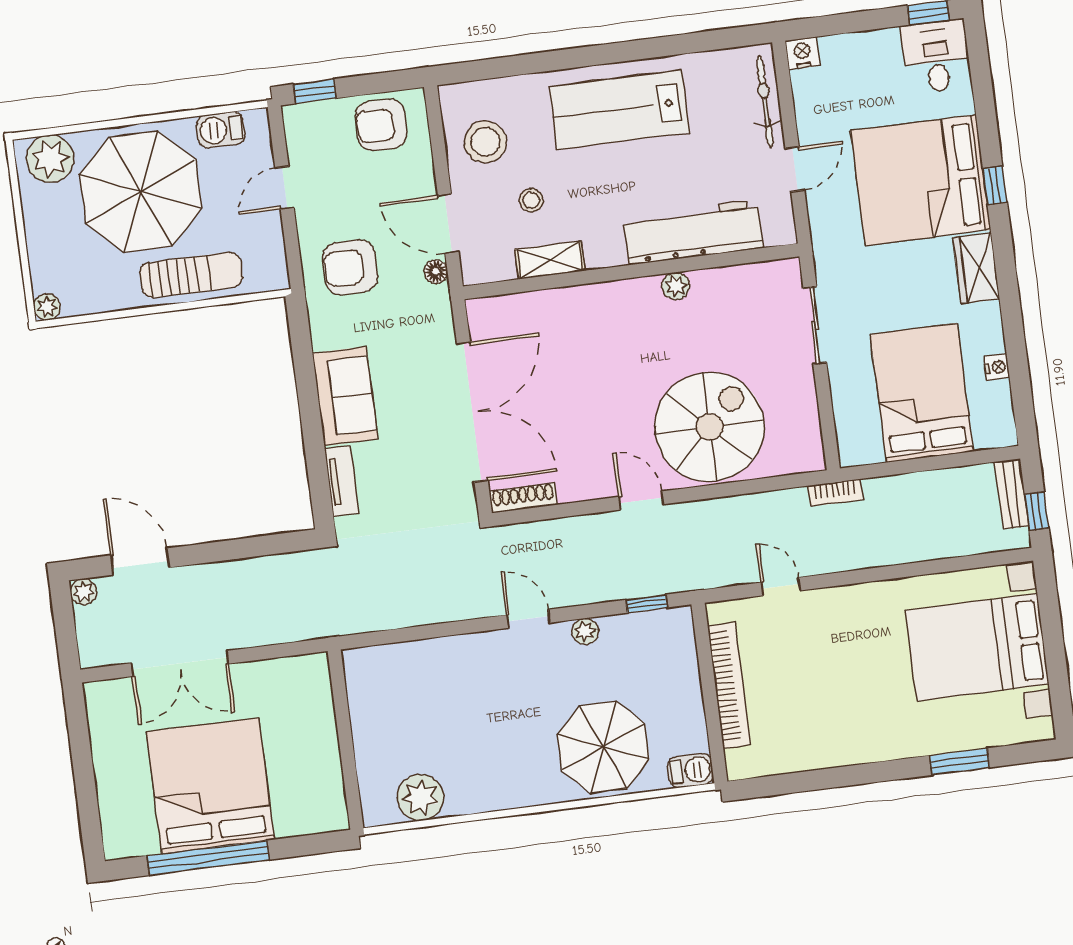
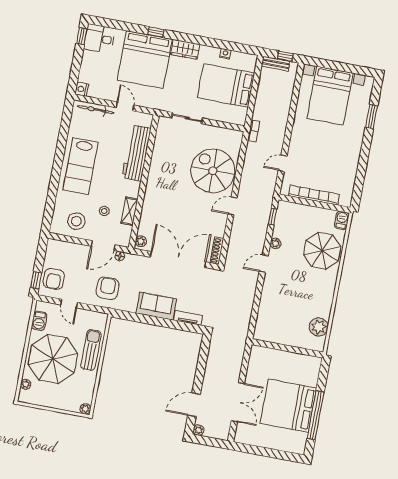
armchair: (381, 125) -> (54, 279), moved
plant: (50, 159) -> (26, 384), width x0.53, depth x0.53
armchair: (350, 267) -> (108, 288), turned 180
plant: (676, 286) -> (141, 241), moved

